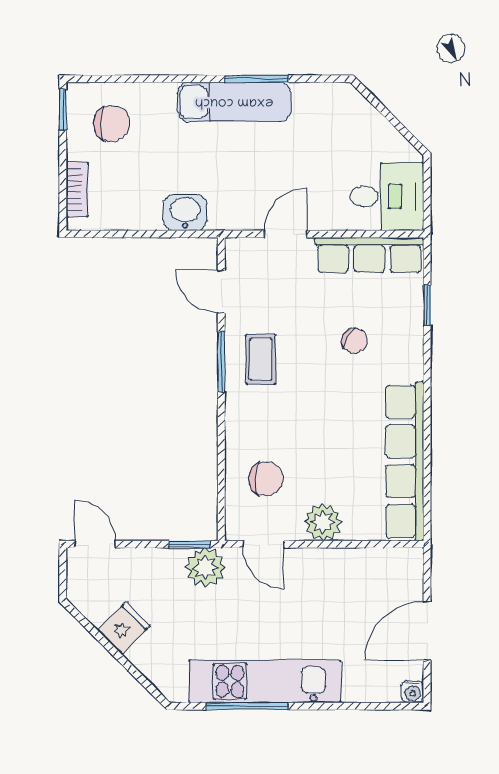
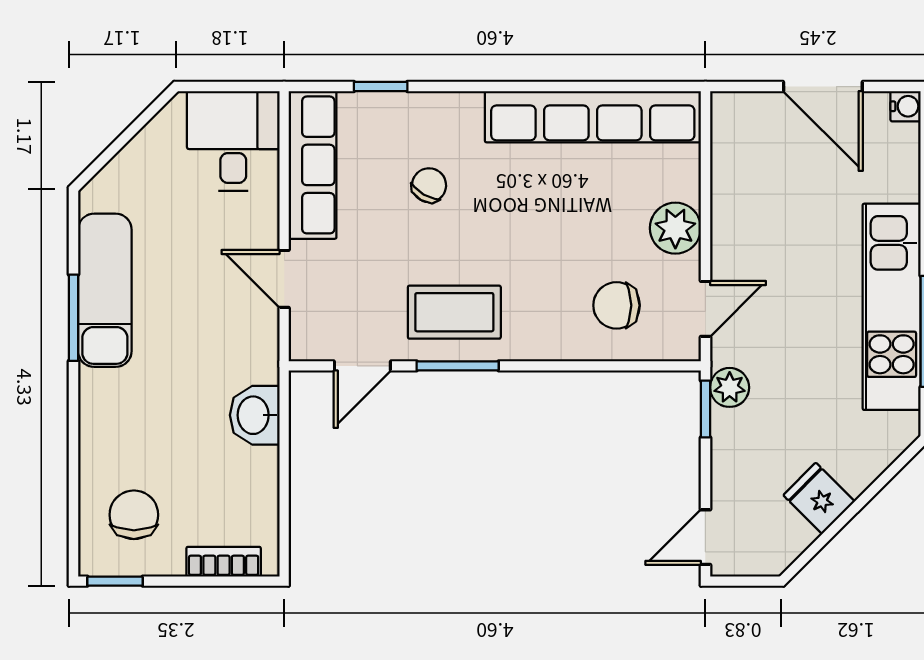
exam couch: (234, 102) -> (105, 290), moved
coffee table: (261, 359) -> (454, 312), width x1.36, depth x1.30
chair: (266, 479) -> (617, 305), turned -90
plant: (205, 567) -> (730, 387), width x0.73, depth x0.73

